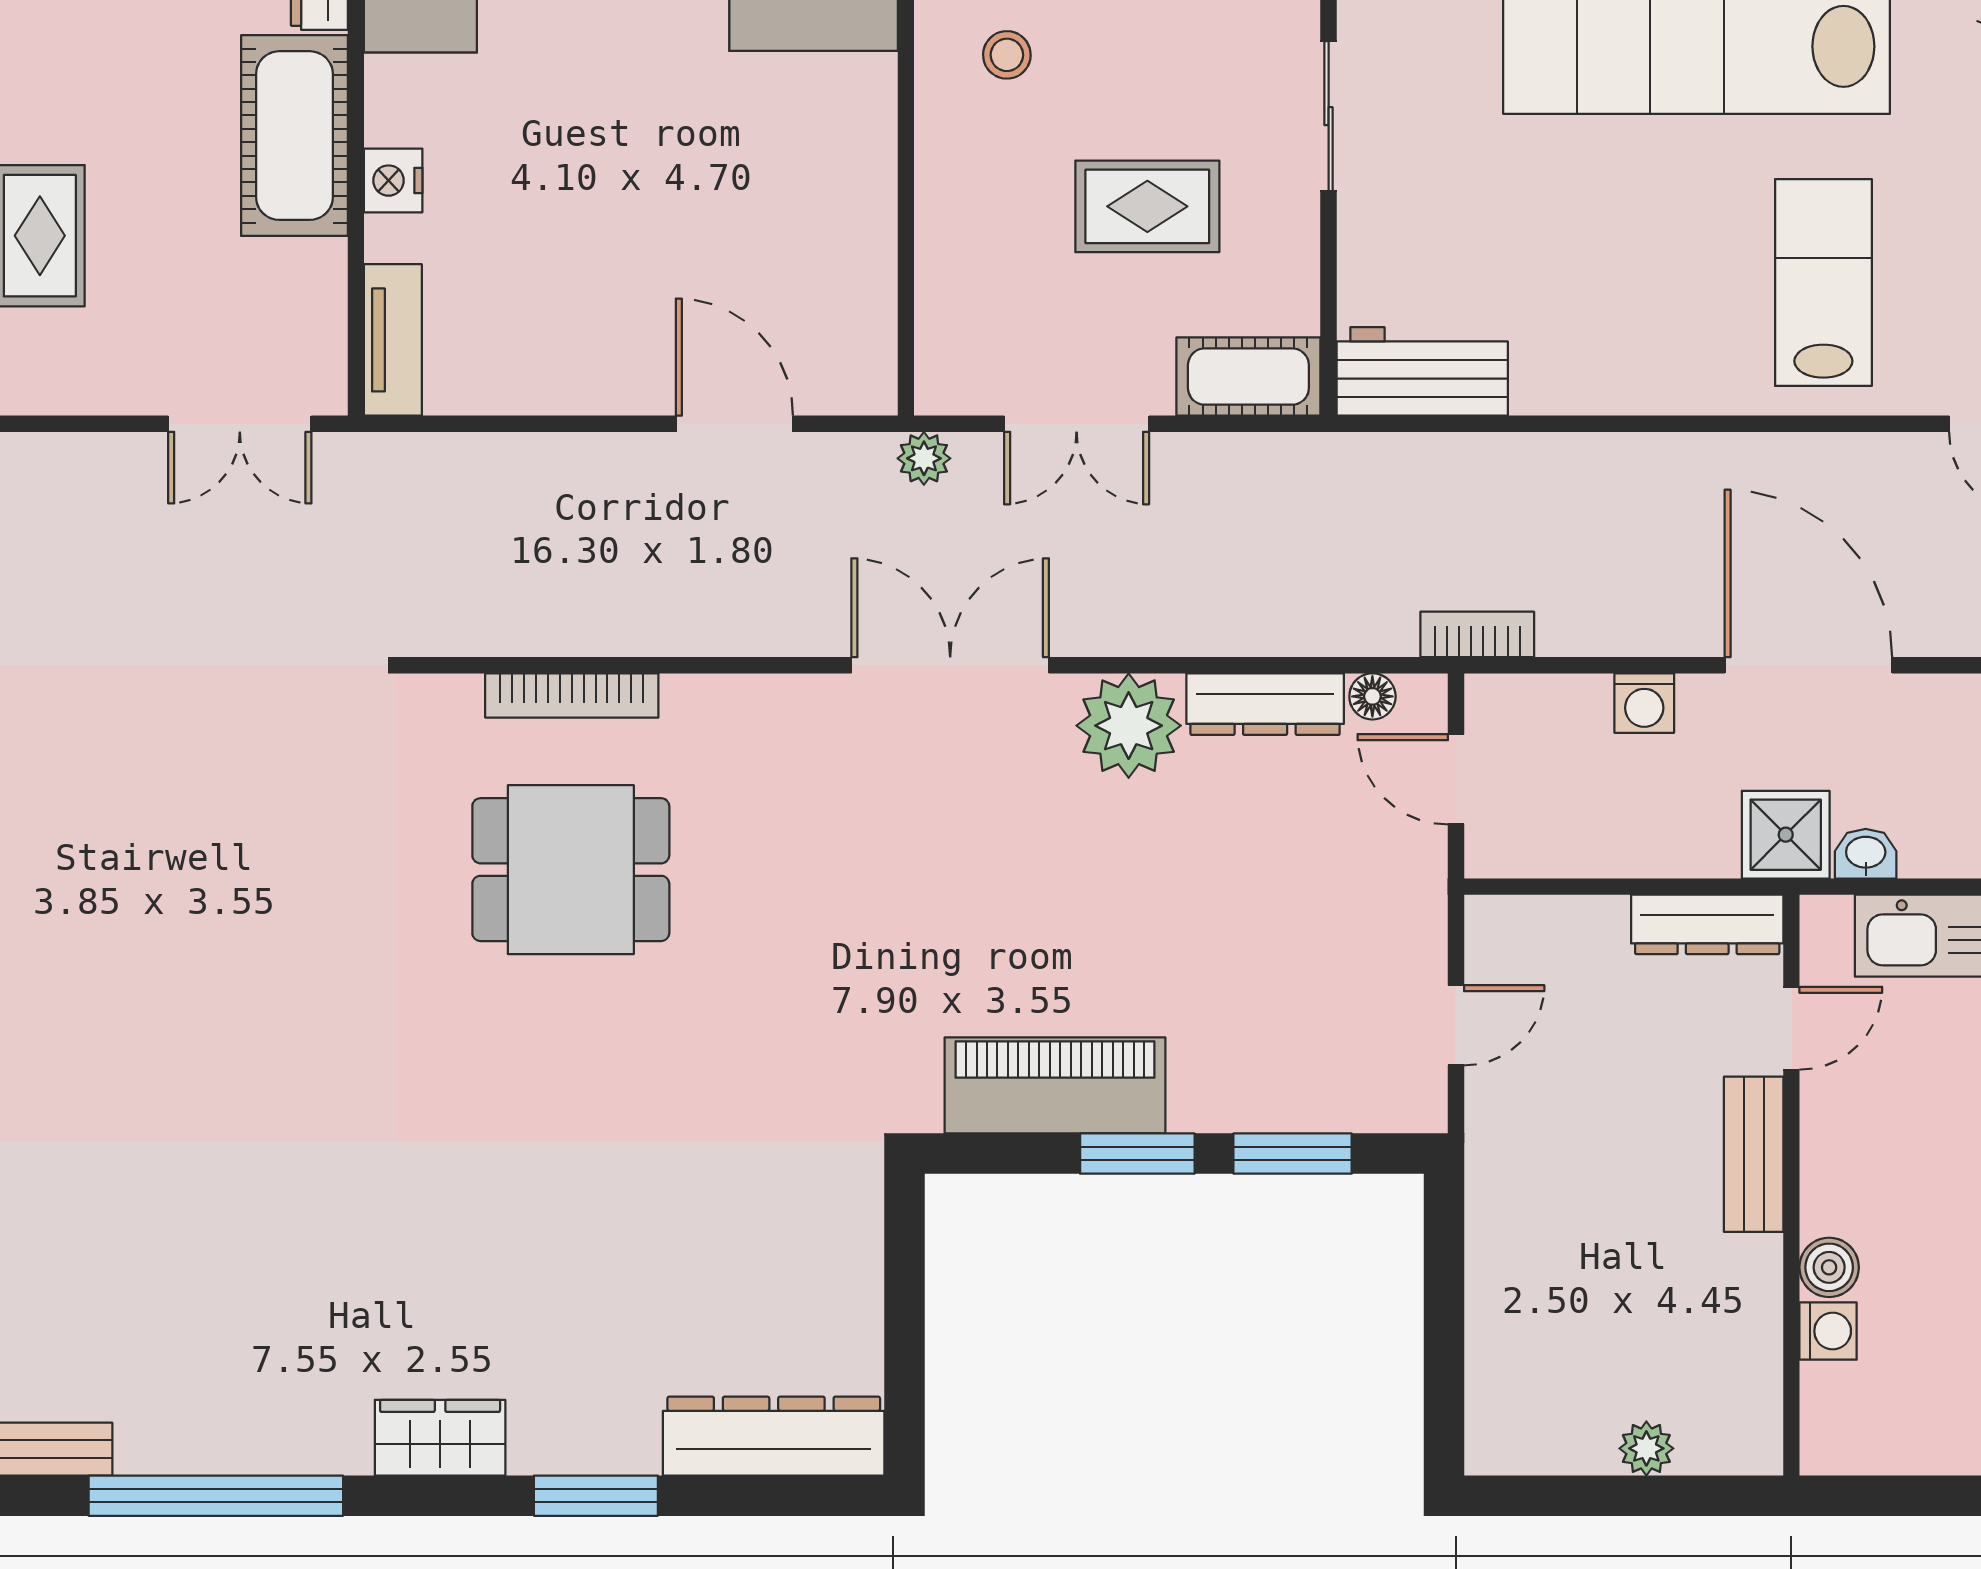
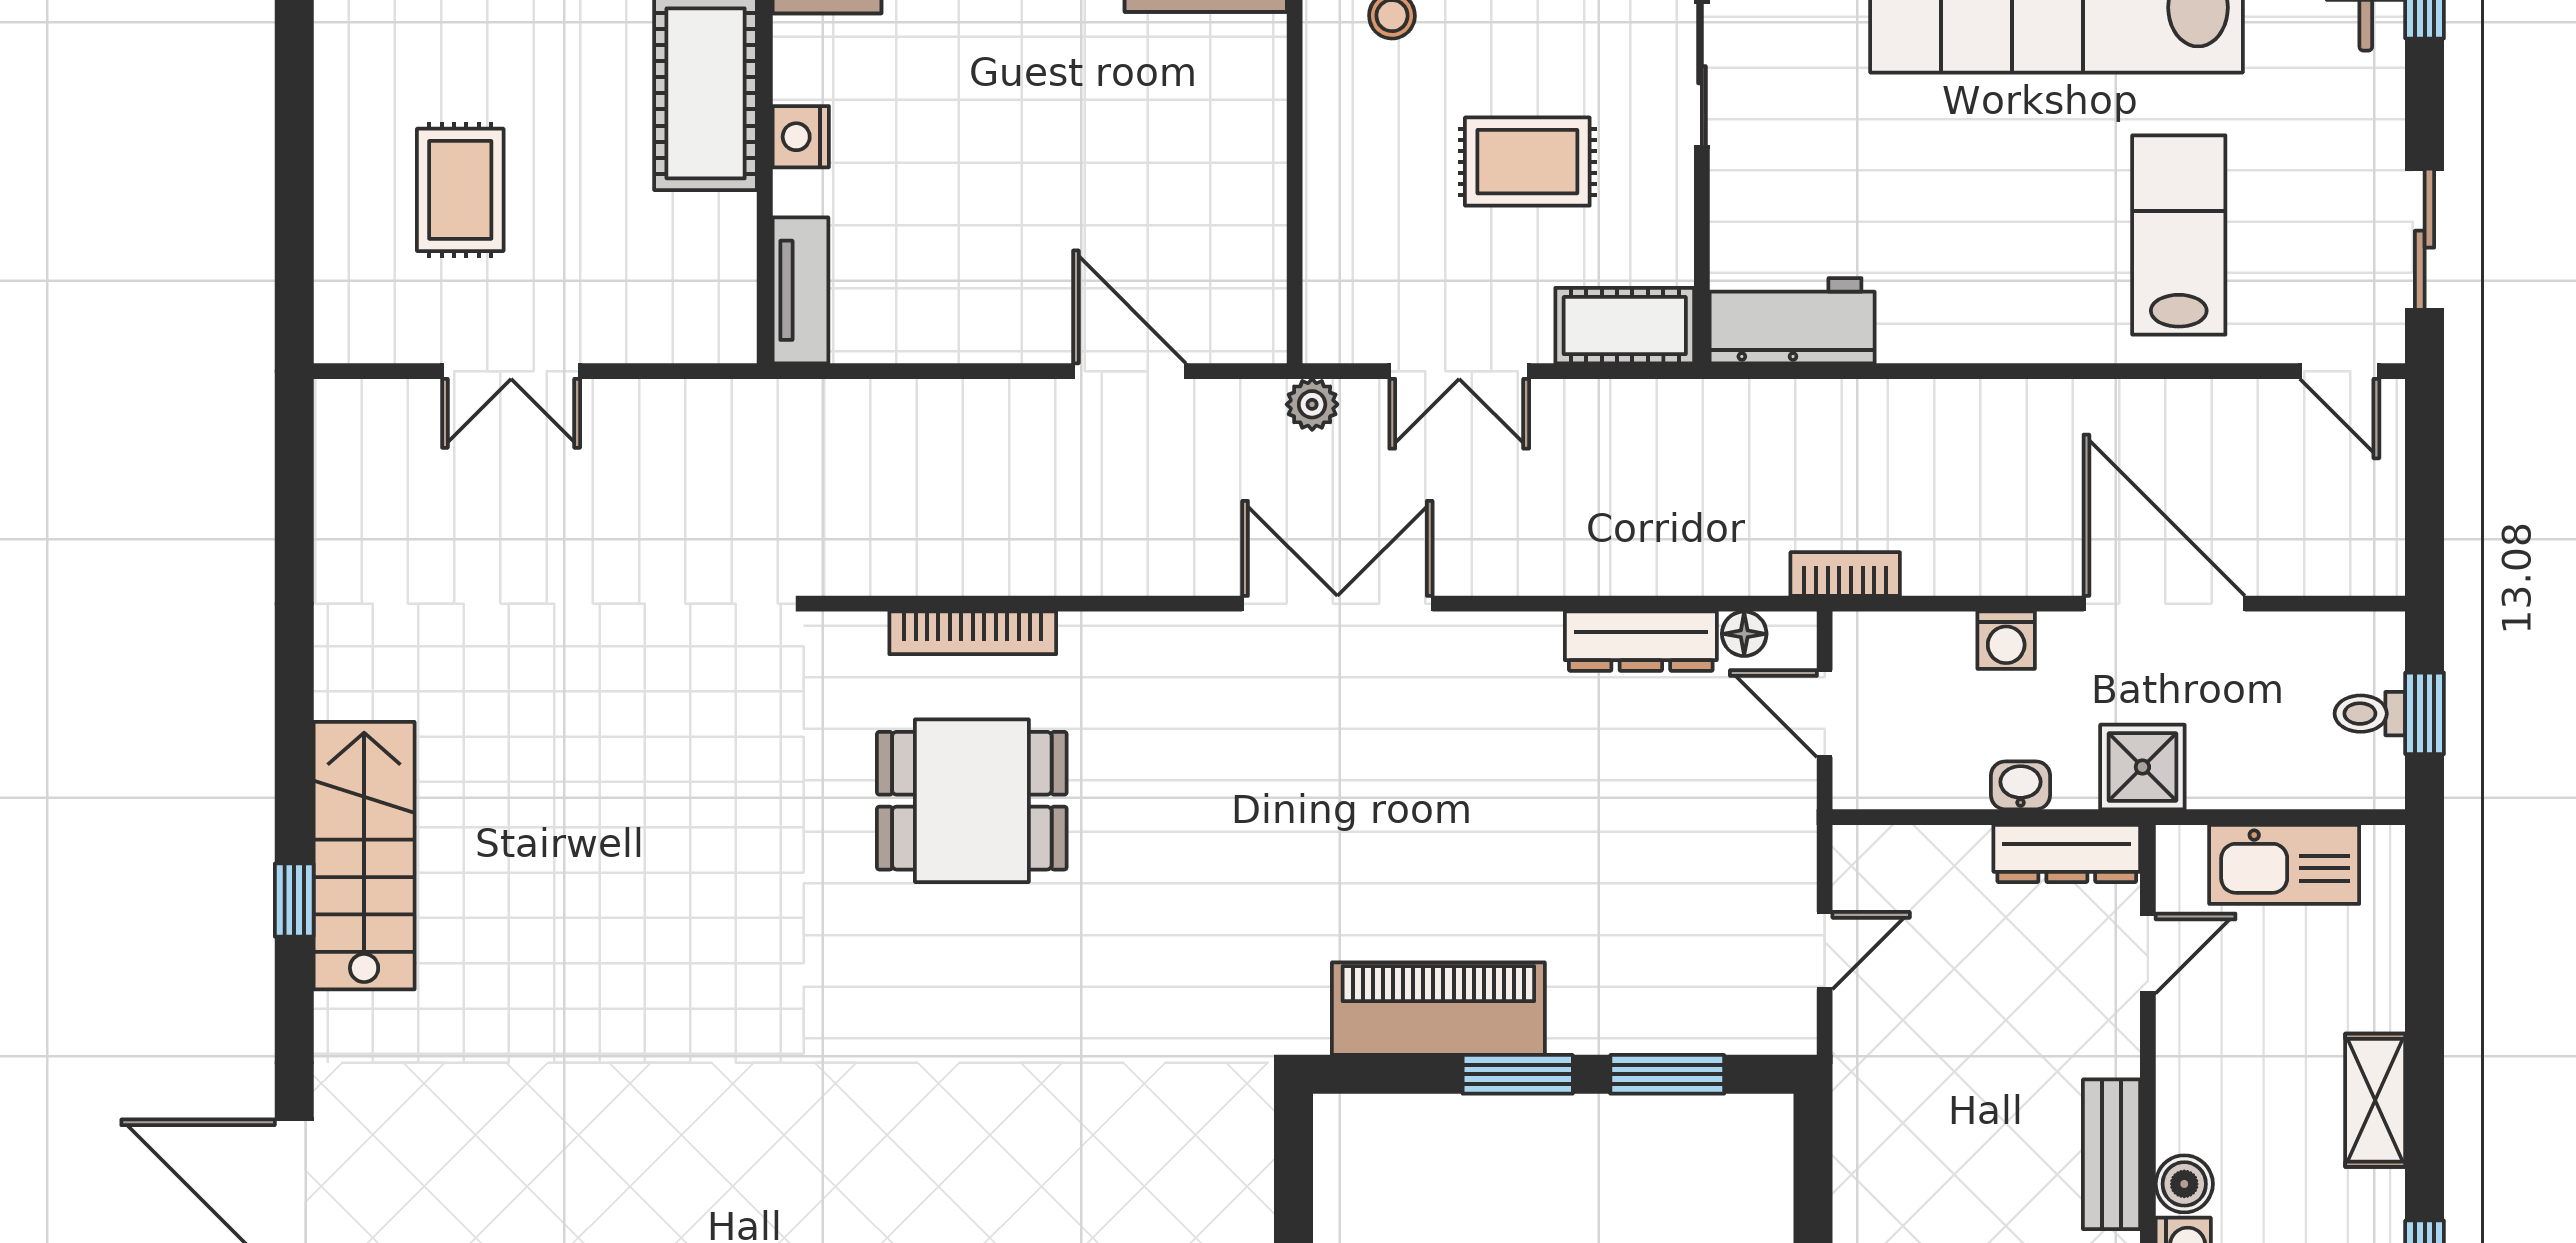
double door: (240, 424) -> (511, 371), moved
plant: (1129, 726) -> (1509, 662), removed
washbasin: (1866, 854) -> (2021, 785), moved
bench: (1754, 1154) -> (2112, 1154), moved

